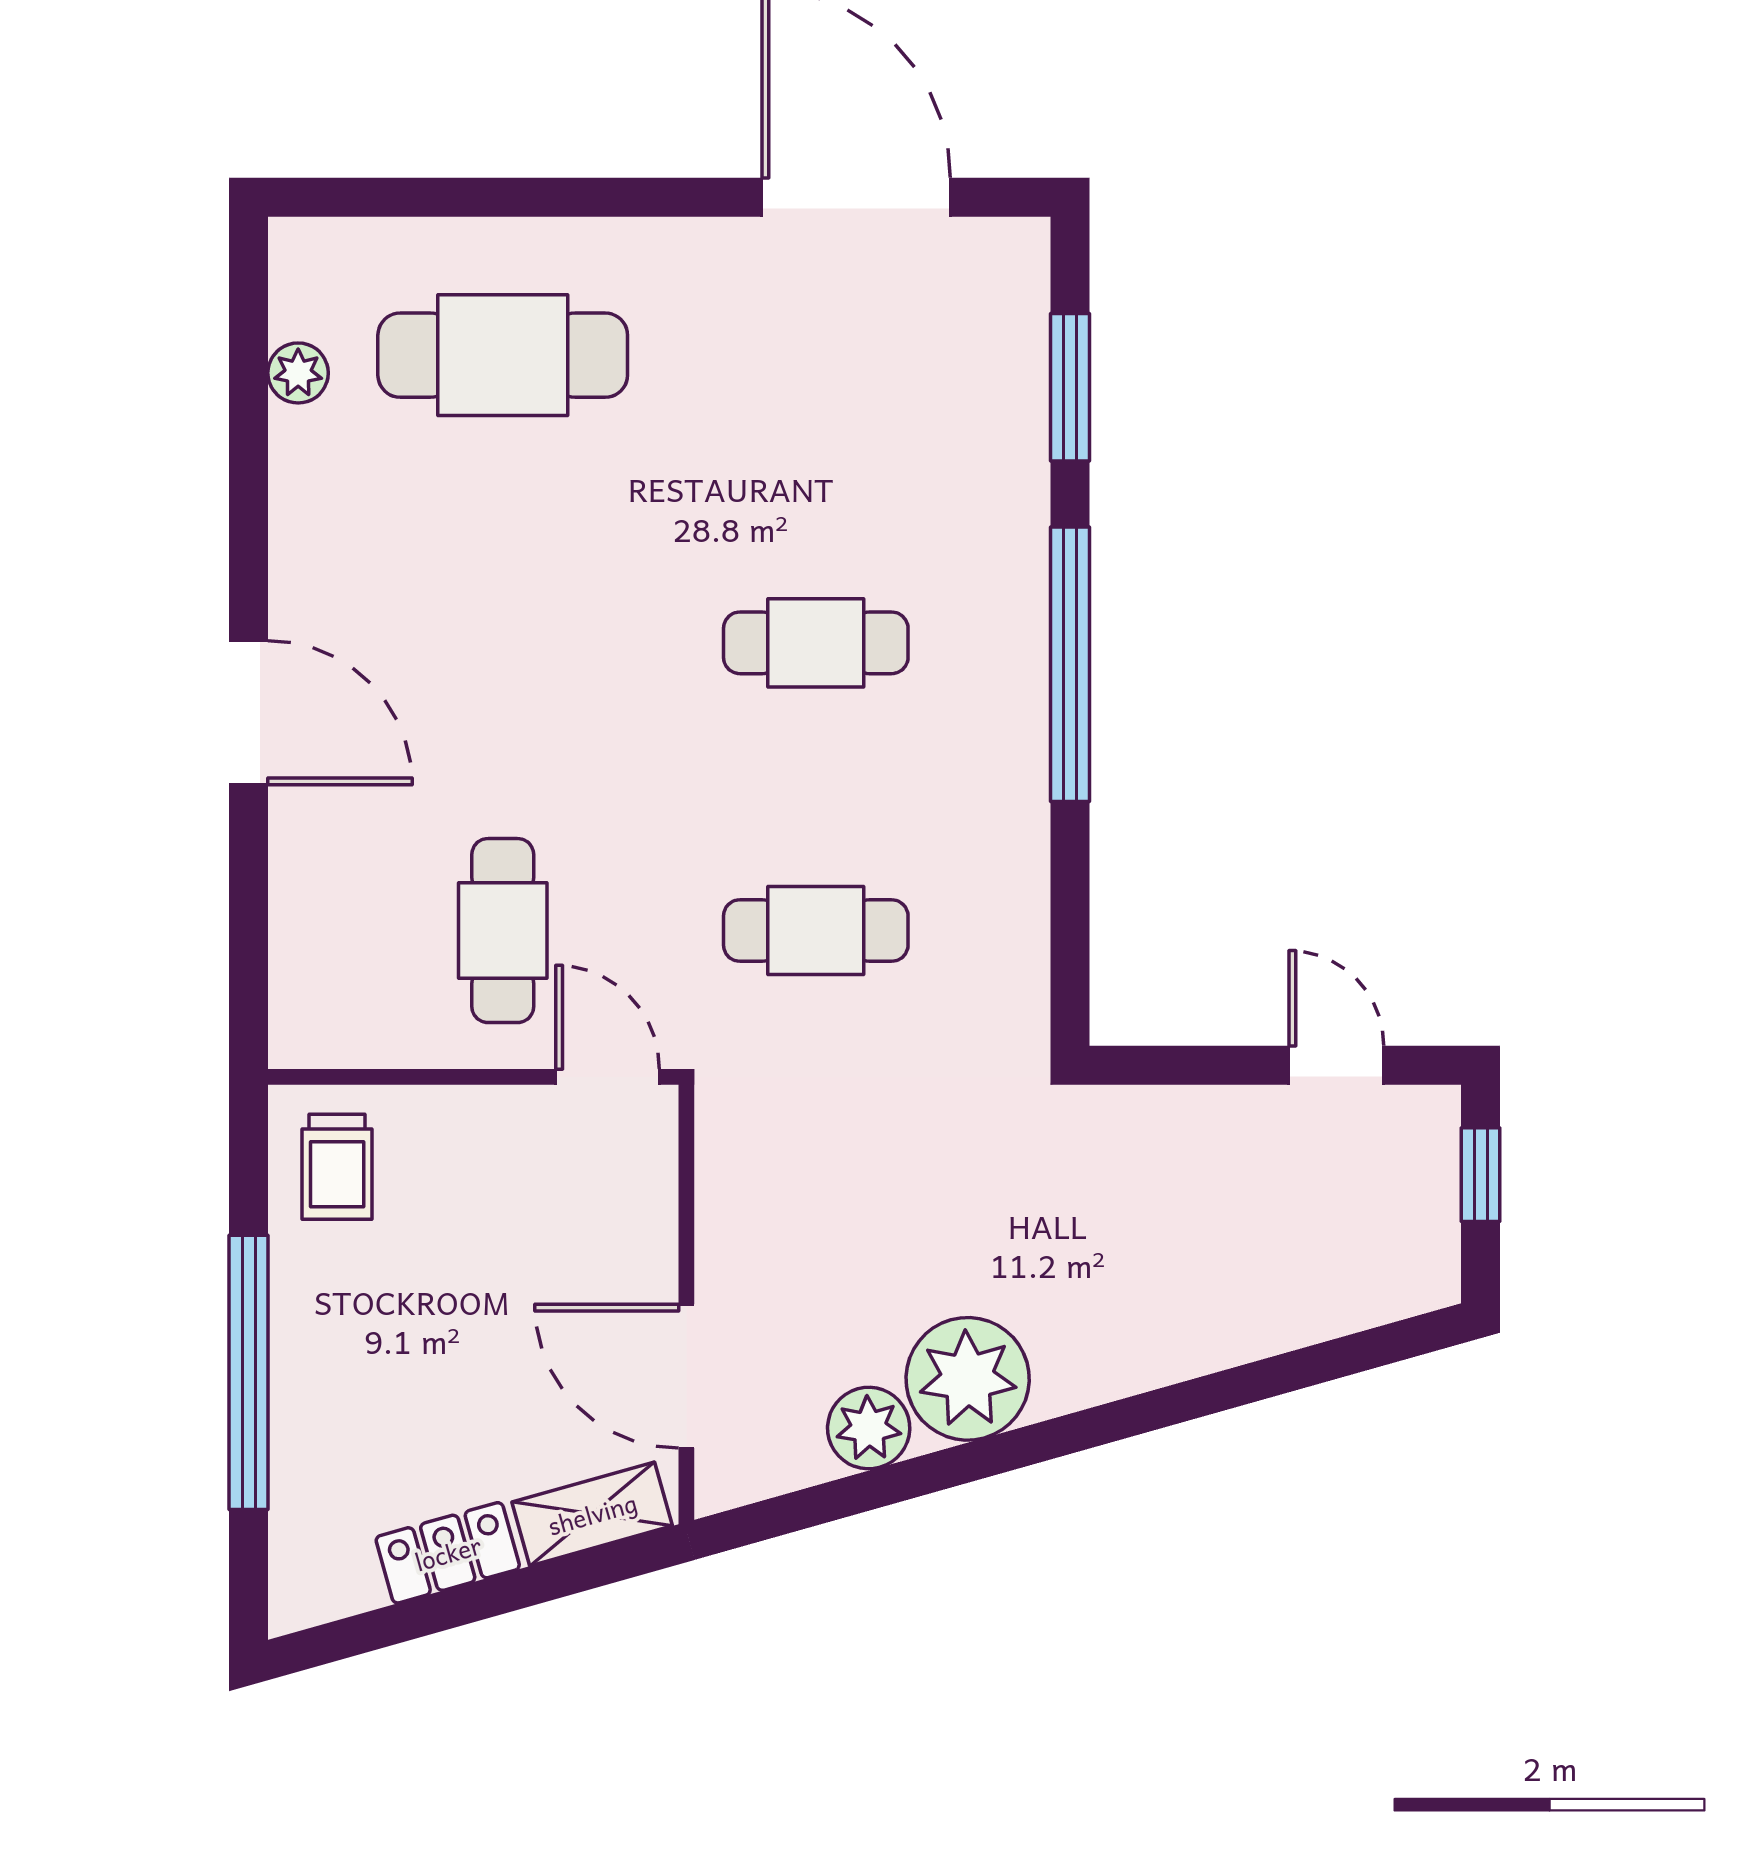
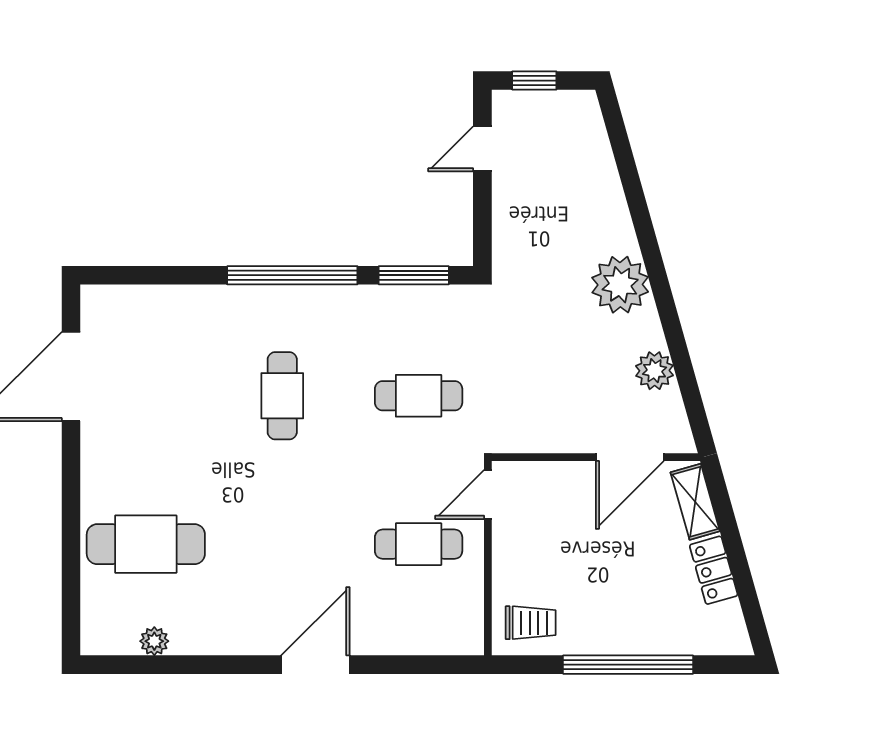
cafe table: (503, 355) -> (146, 544), turned 90
window: (1070, 387) -> (414, 275), moved
cafe table: (816, 931) -> (419, 396), turned 90
plant: (968, 1379) -> (620, 285), moved

